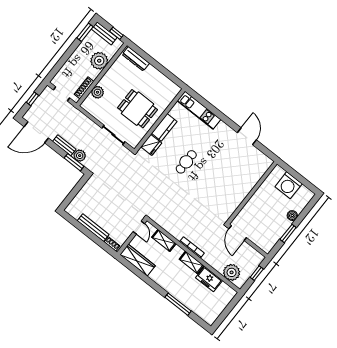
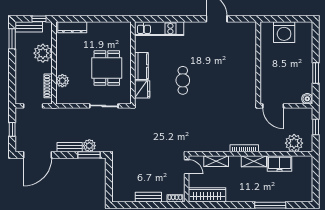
dining table: (138, 109) -> (107, 68), turned 90
boiler: (292, 216) -> (307, 99), moved
bench: (93, 228) -> (148, 197), width x0.73

